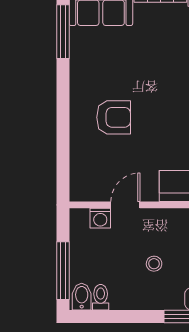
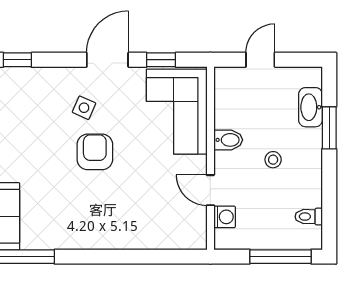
armchair: (114, 117) -> (95, 152), moved
bidet: (82, 297) -> (228, 140), moved, turned 180

